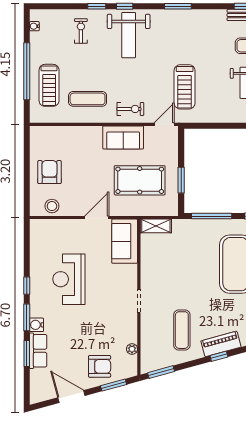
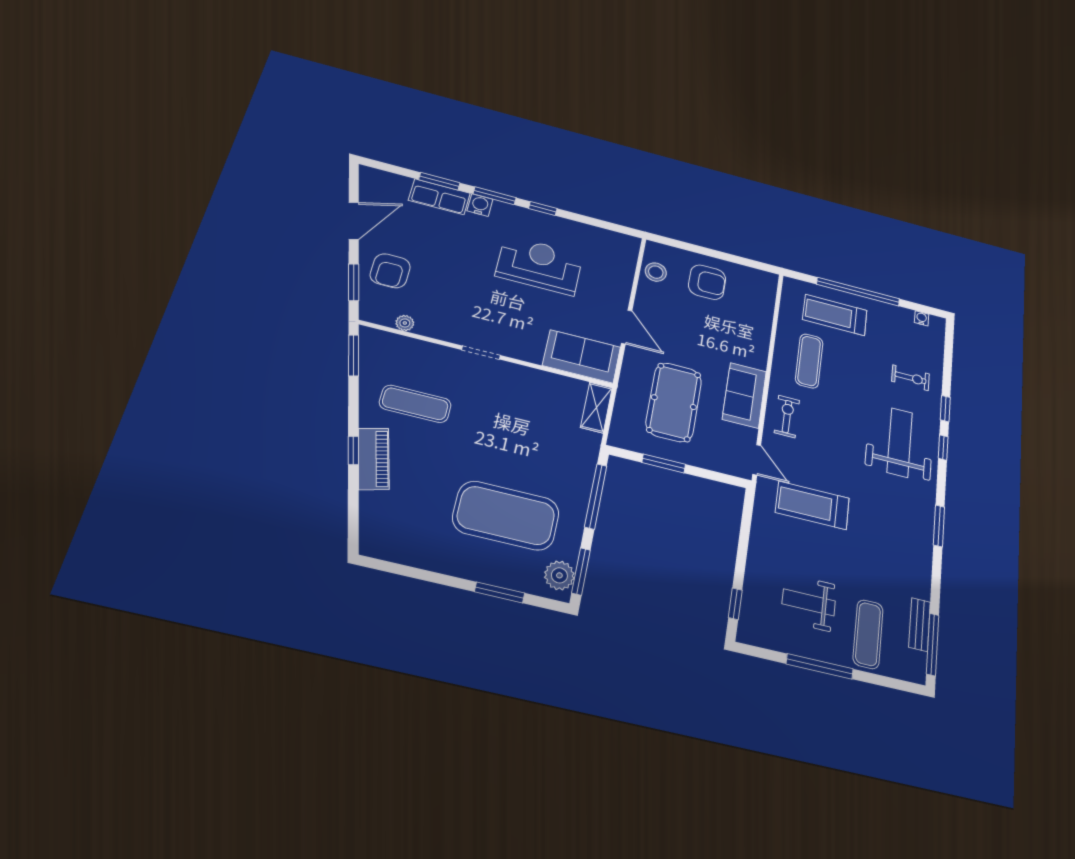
weight bench: (129, 35) -> (900, 442), turned 90
exercise bike: (130, 109) -> (787, 417), turned 180

